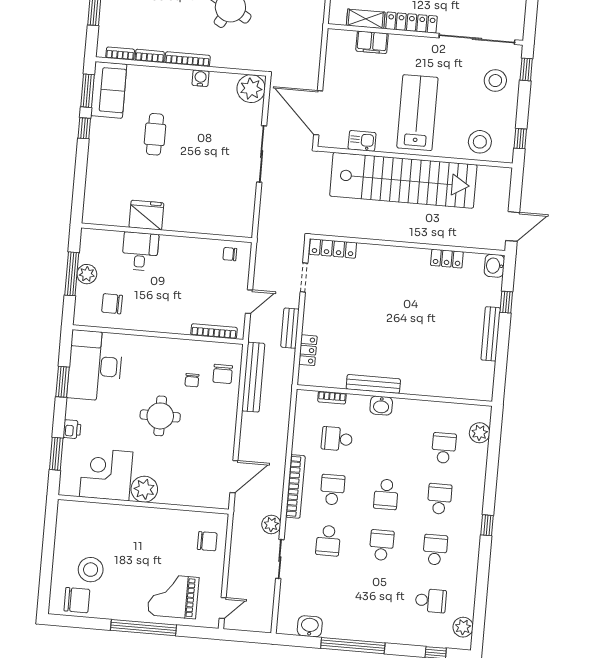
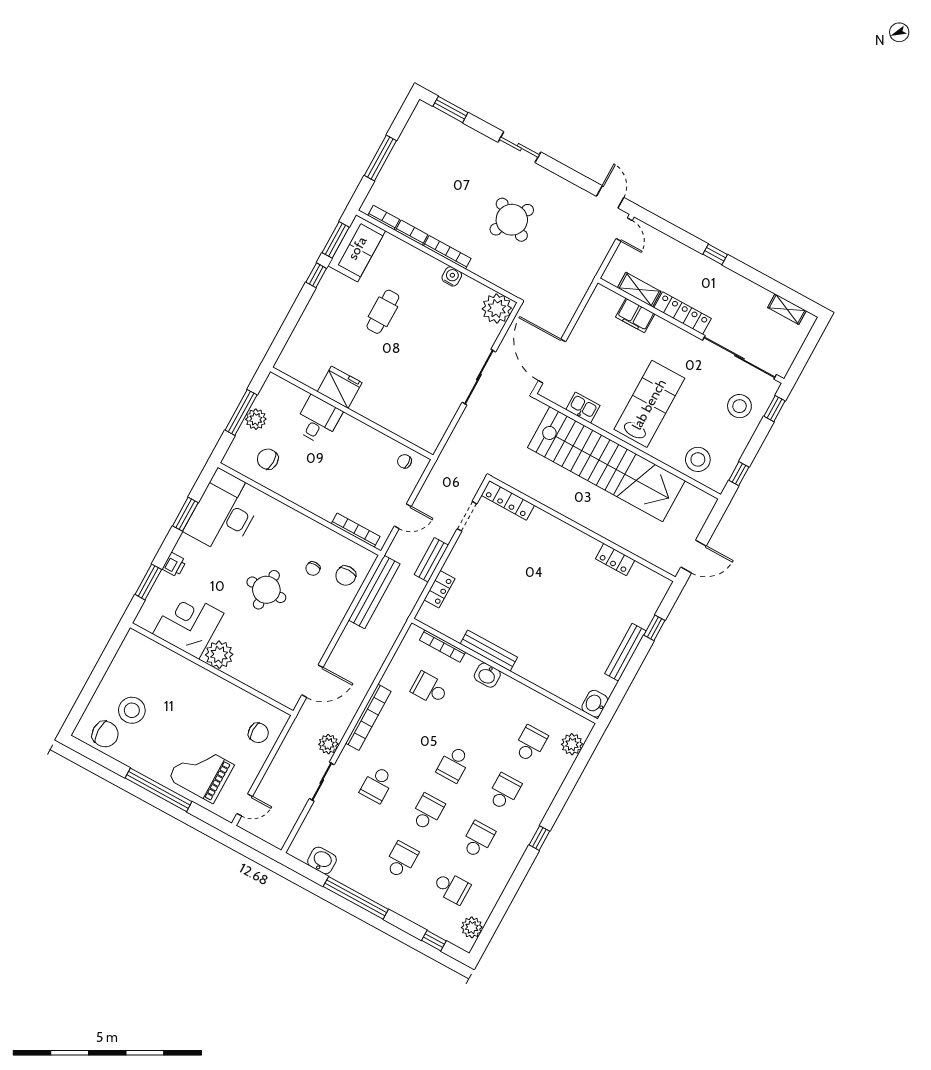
washbasin: (494, 266) -> (595, 704), moved
bookcase: (332, 398) -> (442, 646), width x1.56
school desk: (332, 490) -> (401, 860), moved

